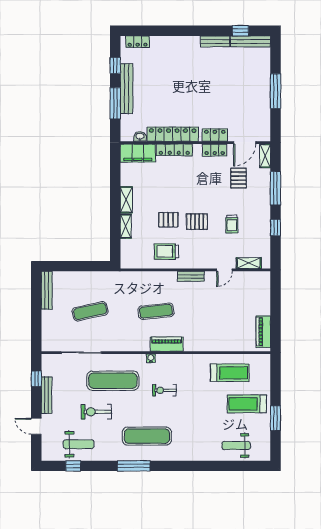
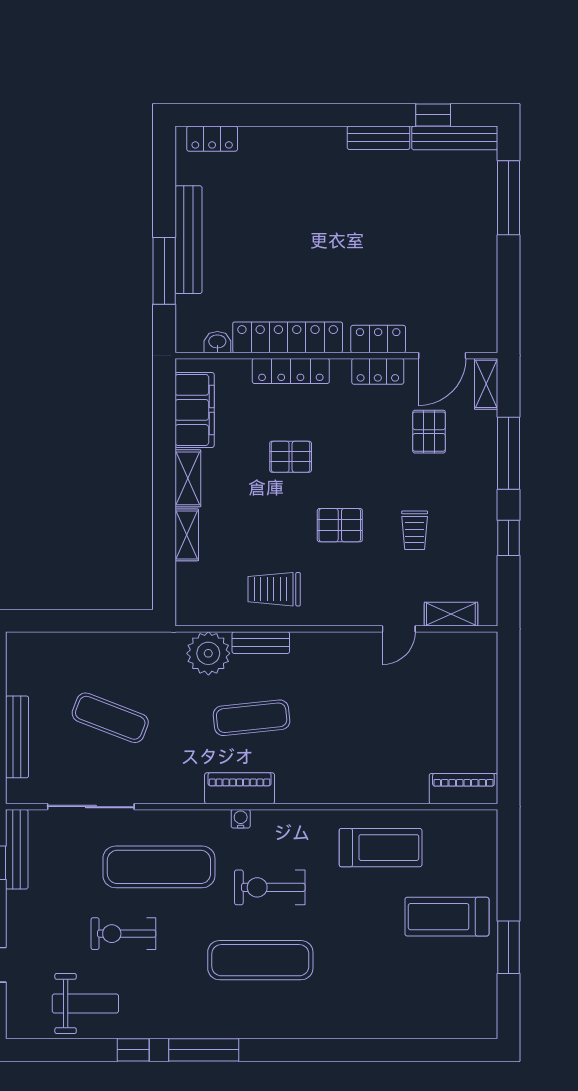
window: (115, 65) -> (164, 189), removed
window: (276, 91) -> (509, 198), moved
filing cabinet: (138, 153) -> (195, 410), moved, turned -90
pallet: (168, 220) -> (291, 457), moved
bench: (191, 276) -> (261, 643), moved
plant: (136, 281) -> (208, 653), added
bench: (47, 290) -> (17, 737), moved
exercise mat: (90, 311) -> (110, 718), turned 33
piano: (263, 332) -> (463, 789), moved, turned 90
piano: (167, 344) -> (240, 788), moved
treadmill: (230, 373) -> (381, 848), moved
exercise bike: (164, 390) -> (270, 887), width x1.38, depth x1.39
bench: (47, 395) -> (17, 849), moved
exercise mat: (147, 436) -> (260, 960), moved
weight bench: (236, 445) -> (424, 1006), removed
window: (73, 466) -> (133, 1050), moved

